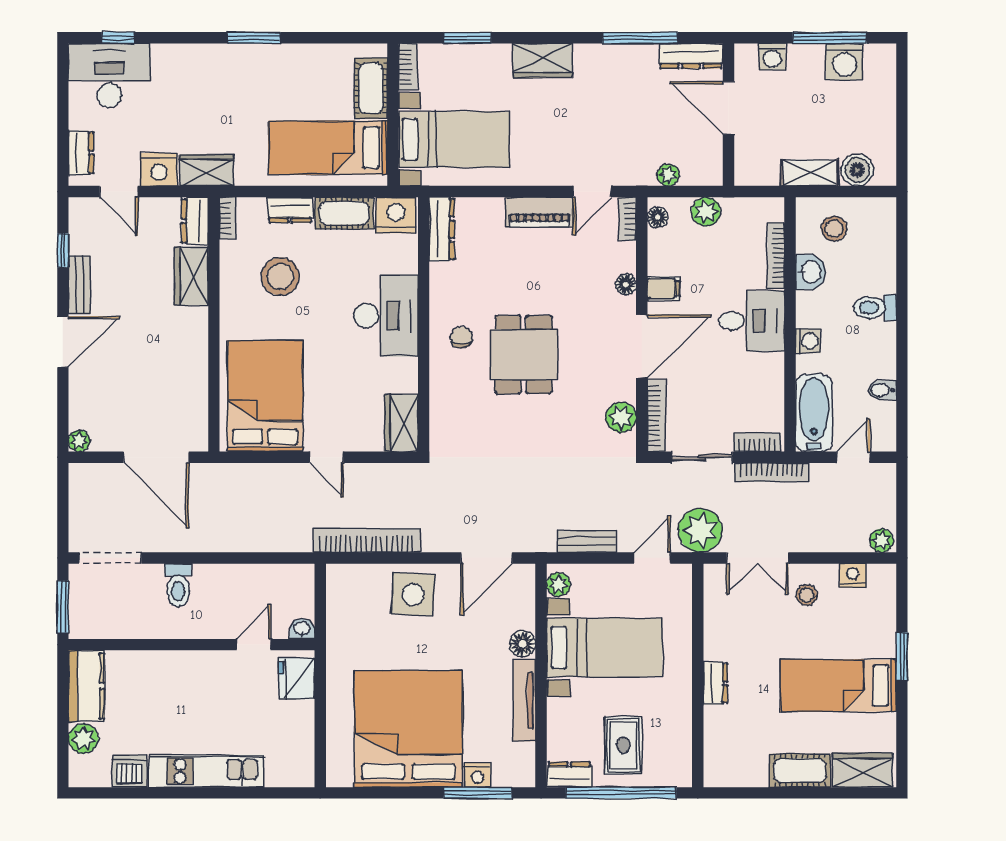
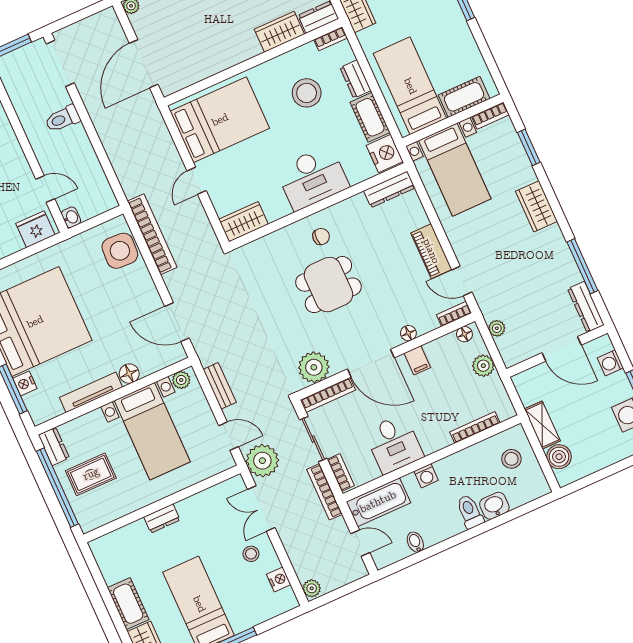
door: (728, 108) -> (562, 349), swing flipped
washbasin: (811, 272) -> (494, 506), moved, turned 180
desk: (752, 321) -> (394, 444), moved
plant: (621, 417) -> (314, 367), width x1.36, depth x1.36
side table: (413, 594) -> (120, 251), moved

